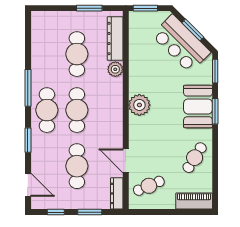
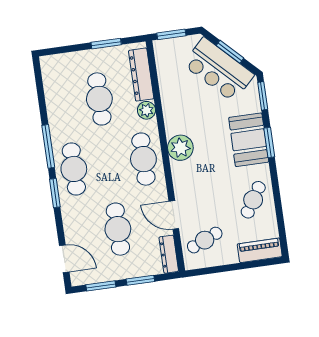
cafe table: (77, 110) -> (143, 159), moved
window: (28, 140) -> (55, 193), moved
window: (56, 212) -> (101, 286), width x1.50

